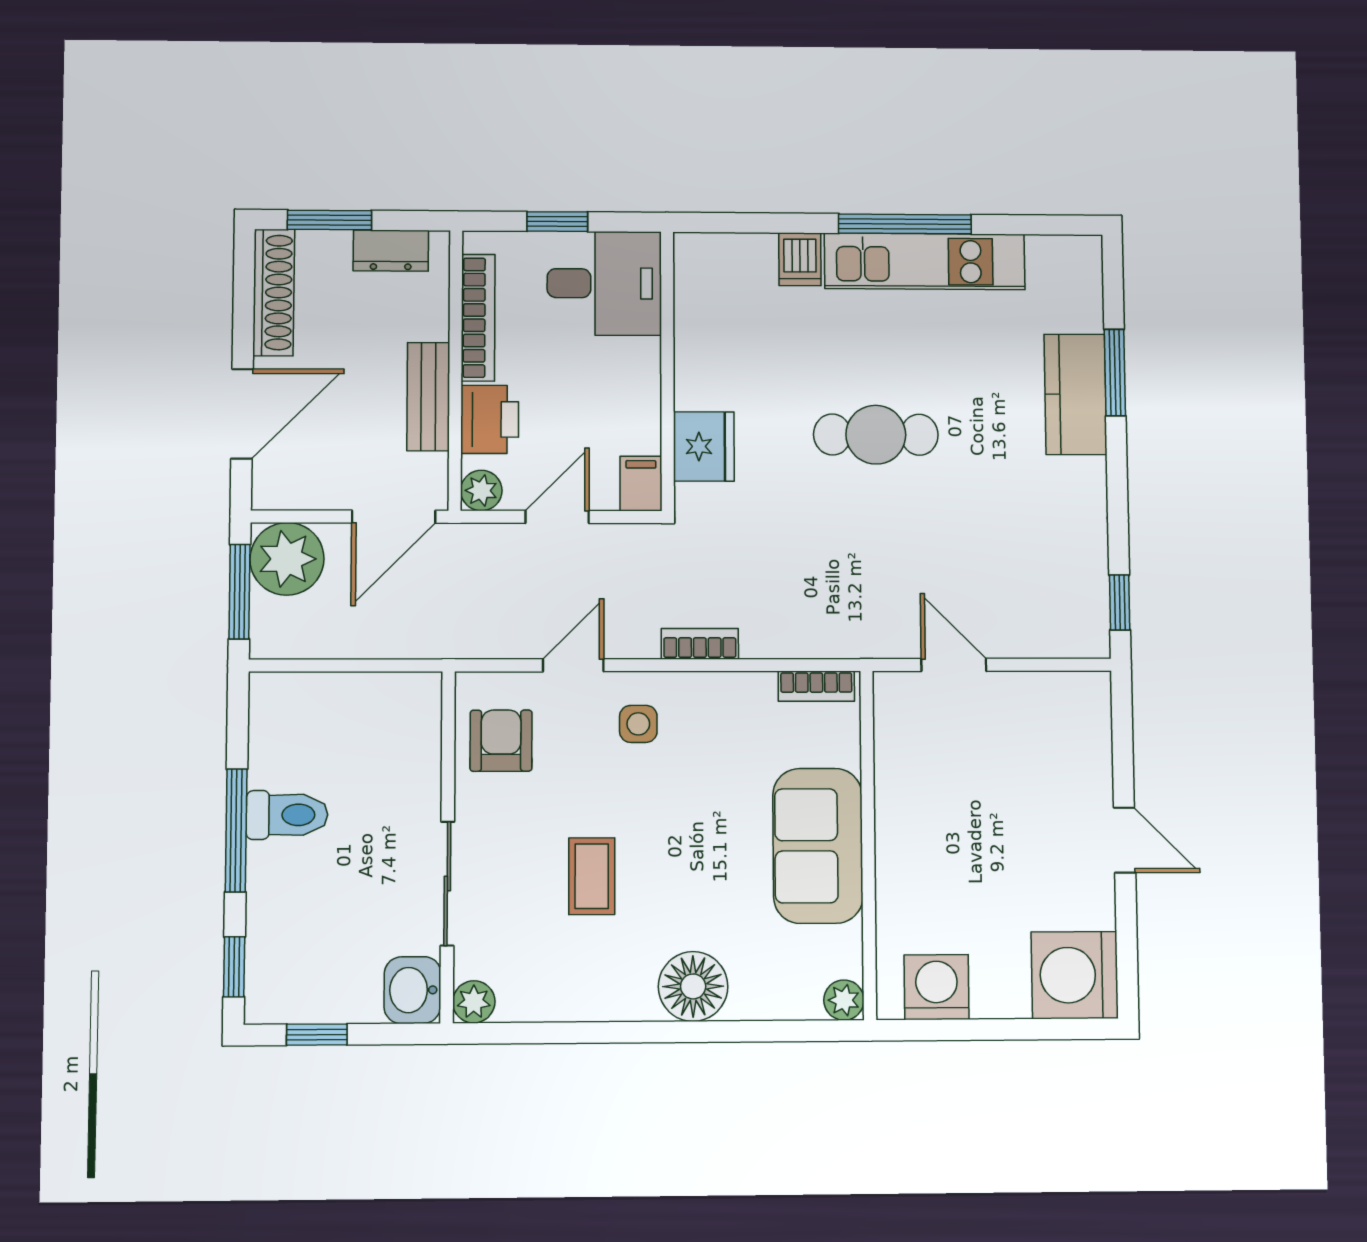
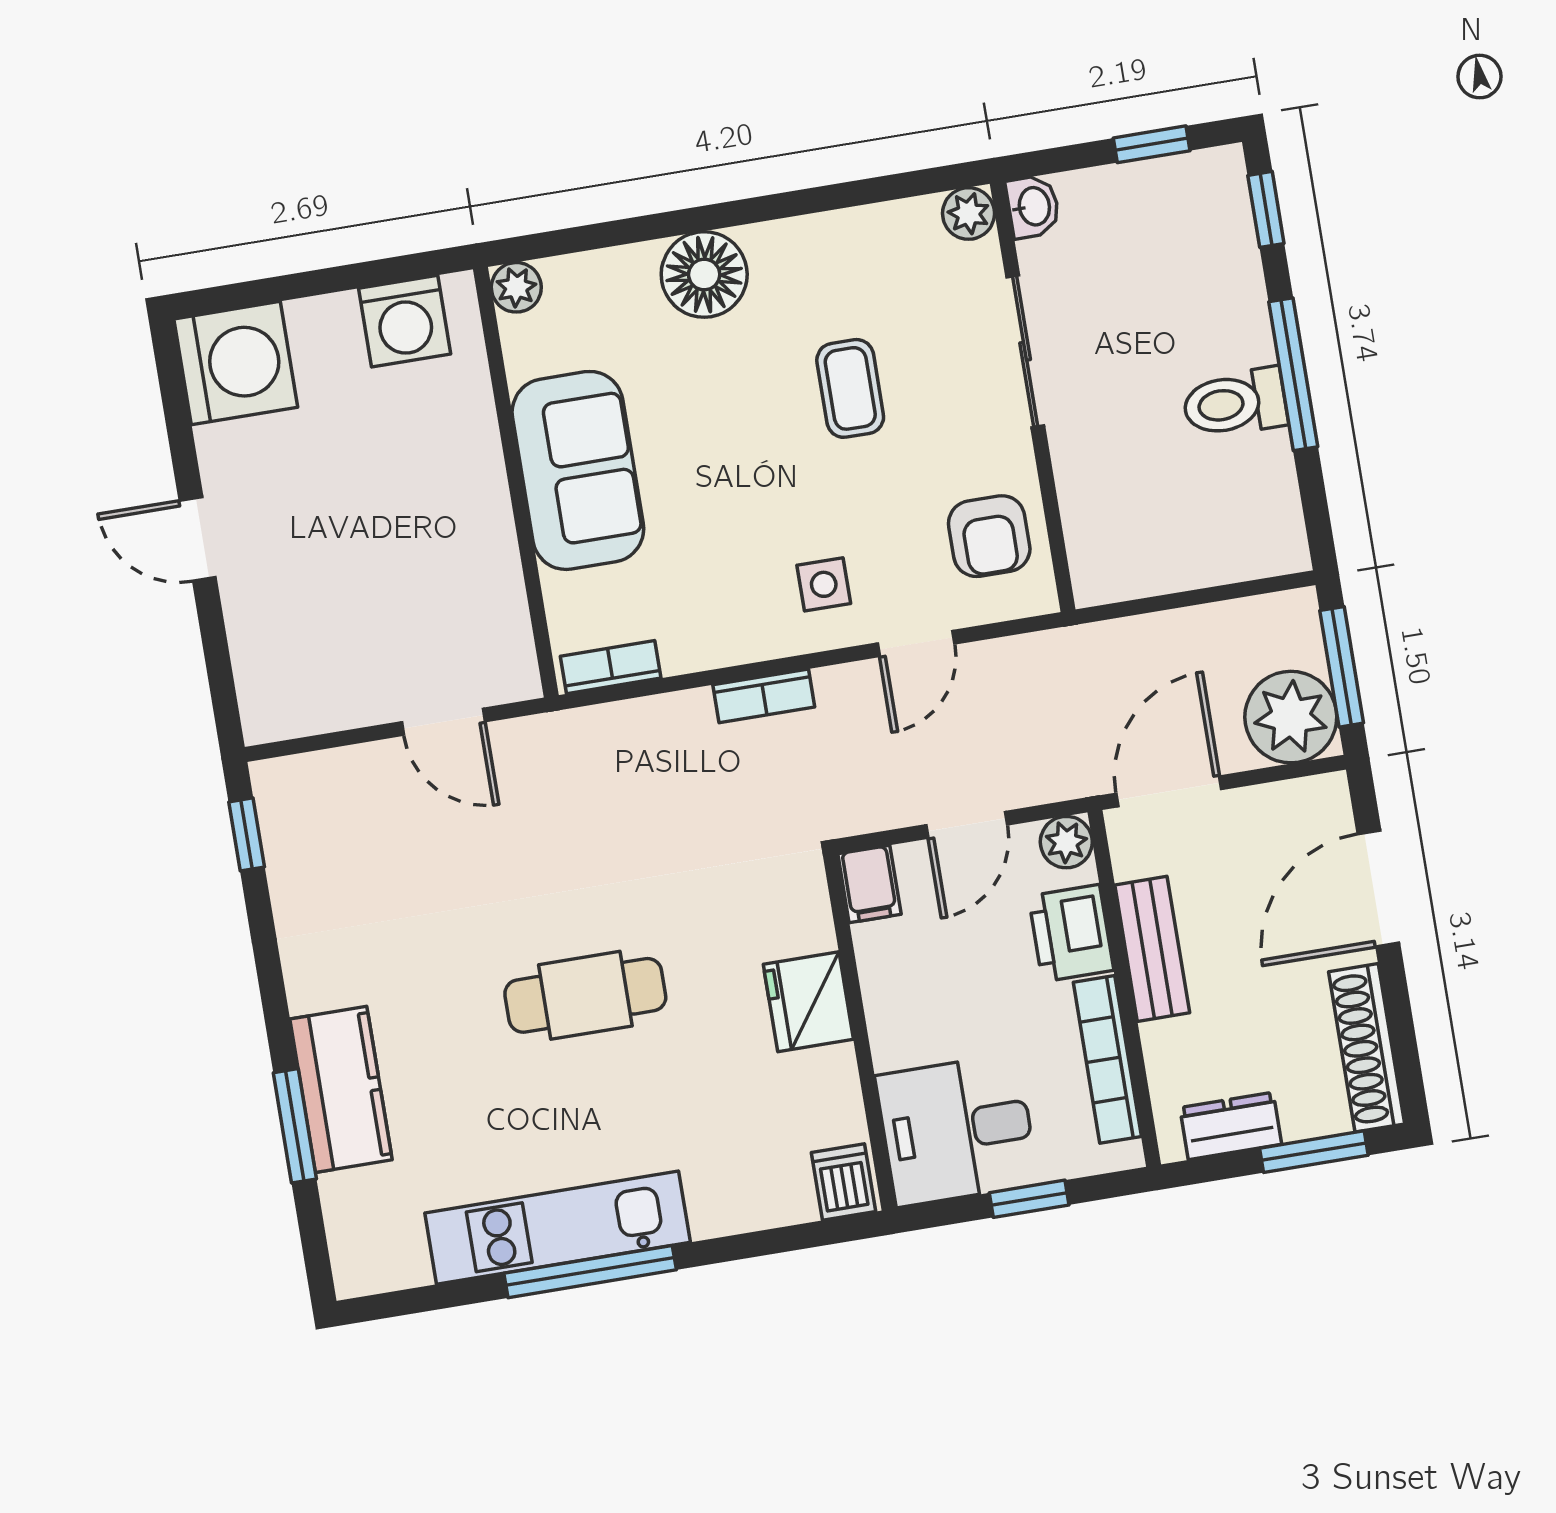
dishwasher: (800, 259) -> (844, 1182), moved
fridge: (704, 446) -> (808, 1002), moved
washbasin: (412, 990) -> (1033, 206), width x0.72, depth x0.69

